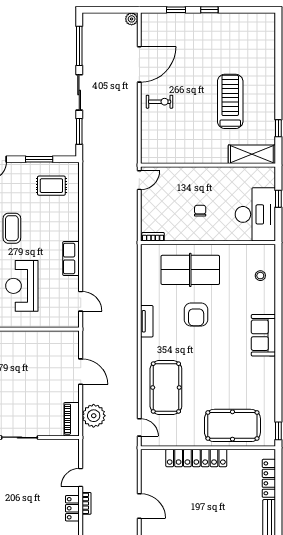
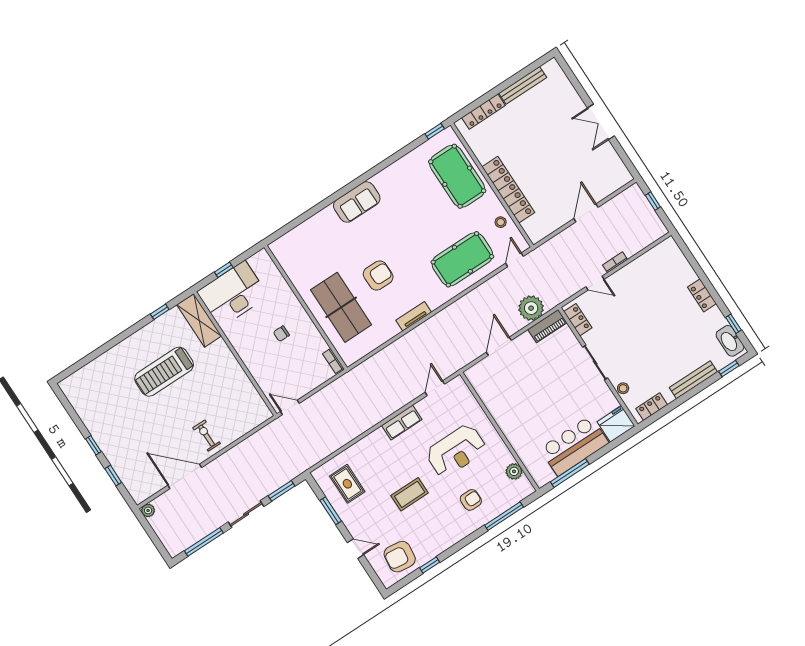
desk: (255, 214) -> (233, 294), moved
stool: (260, 276) -> (501, 222), moved
locker: (72, 508) -> (578, 320), moved, turned -90

